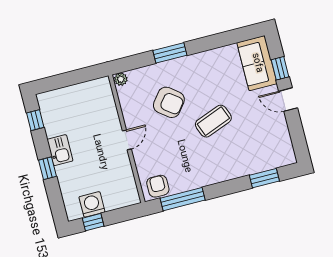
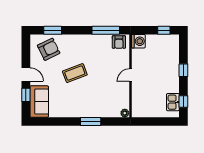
armchair: (169, 102) -> (49, 49), moved, turned 116
kitchen sink: (60, 150) -> (173, 102), moved
washing machine: (92, 204) -> (138, 41), moved, turned -90

